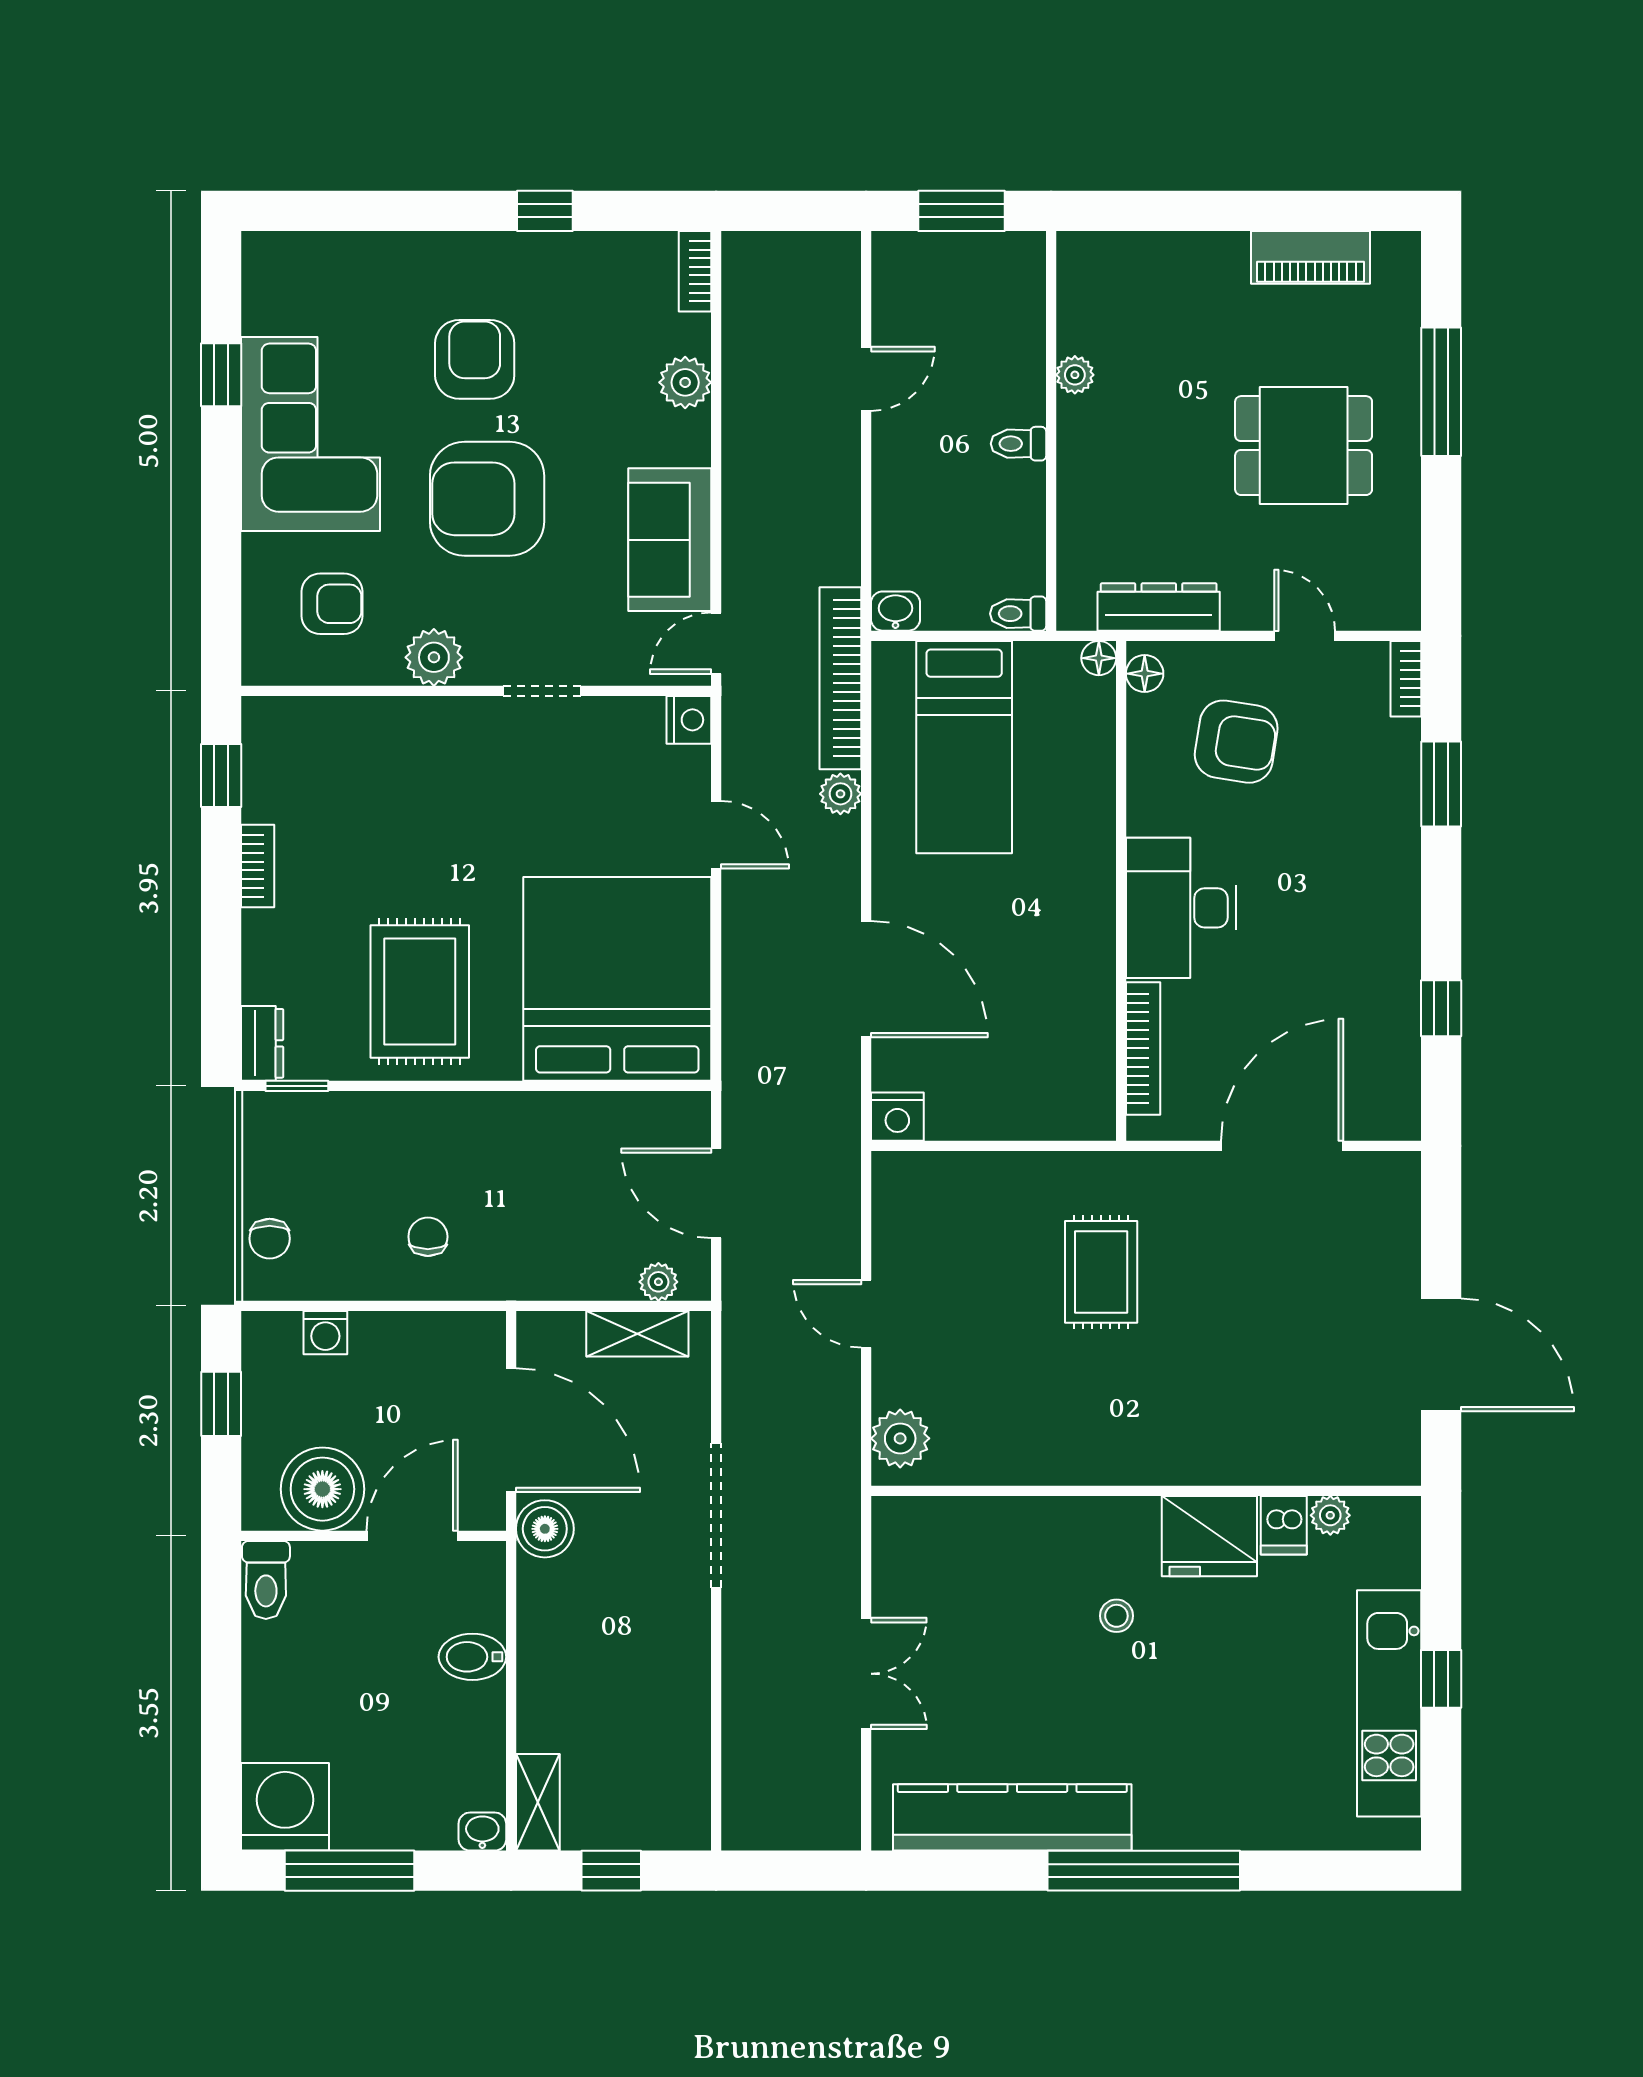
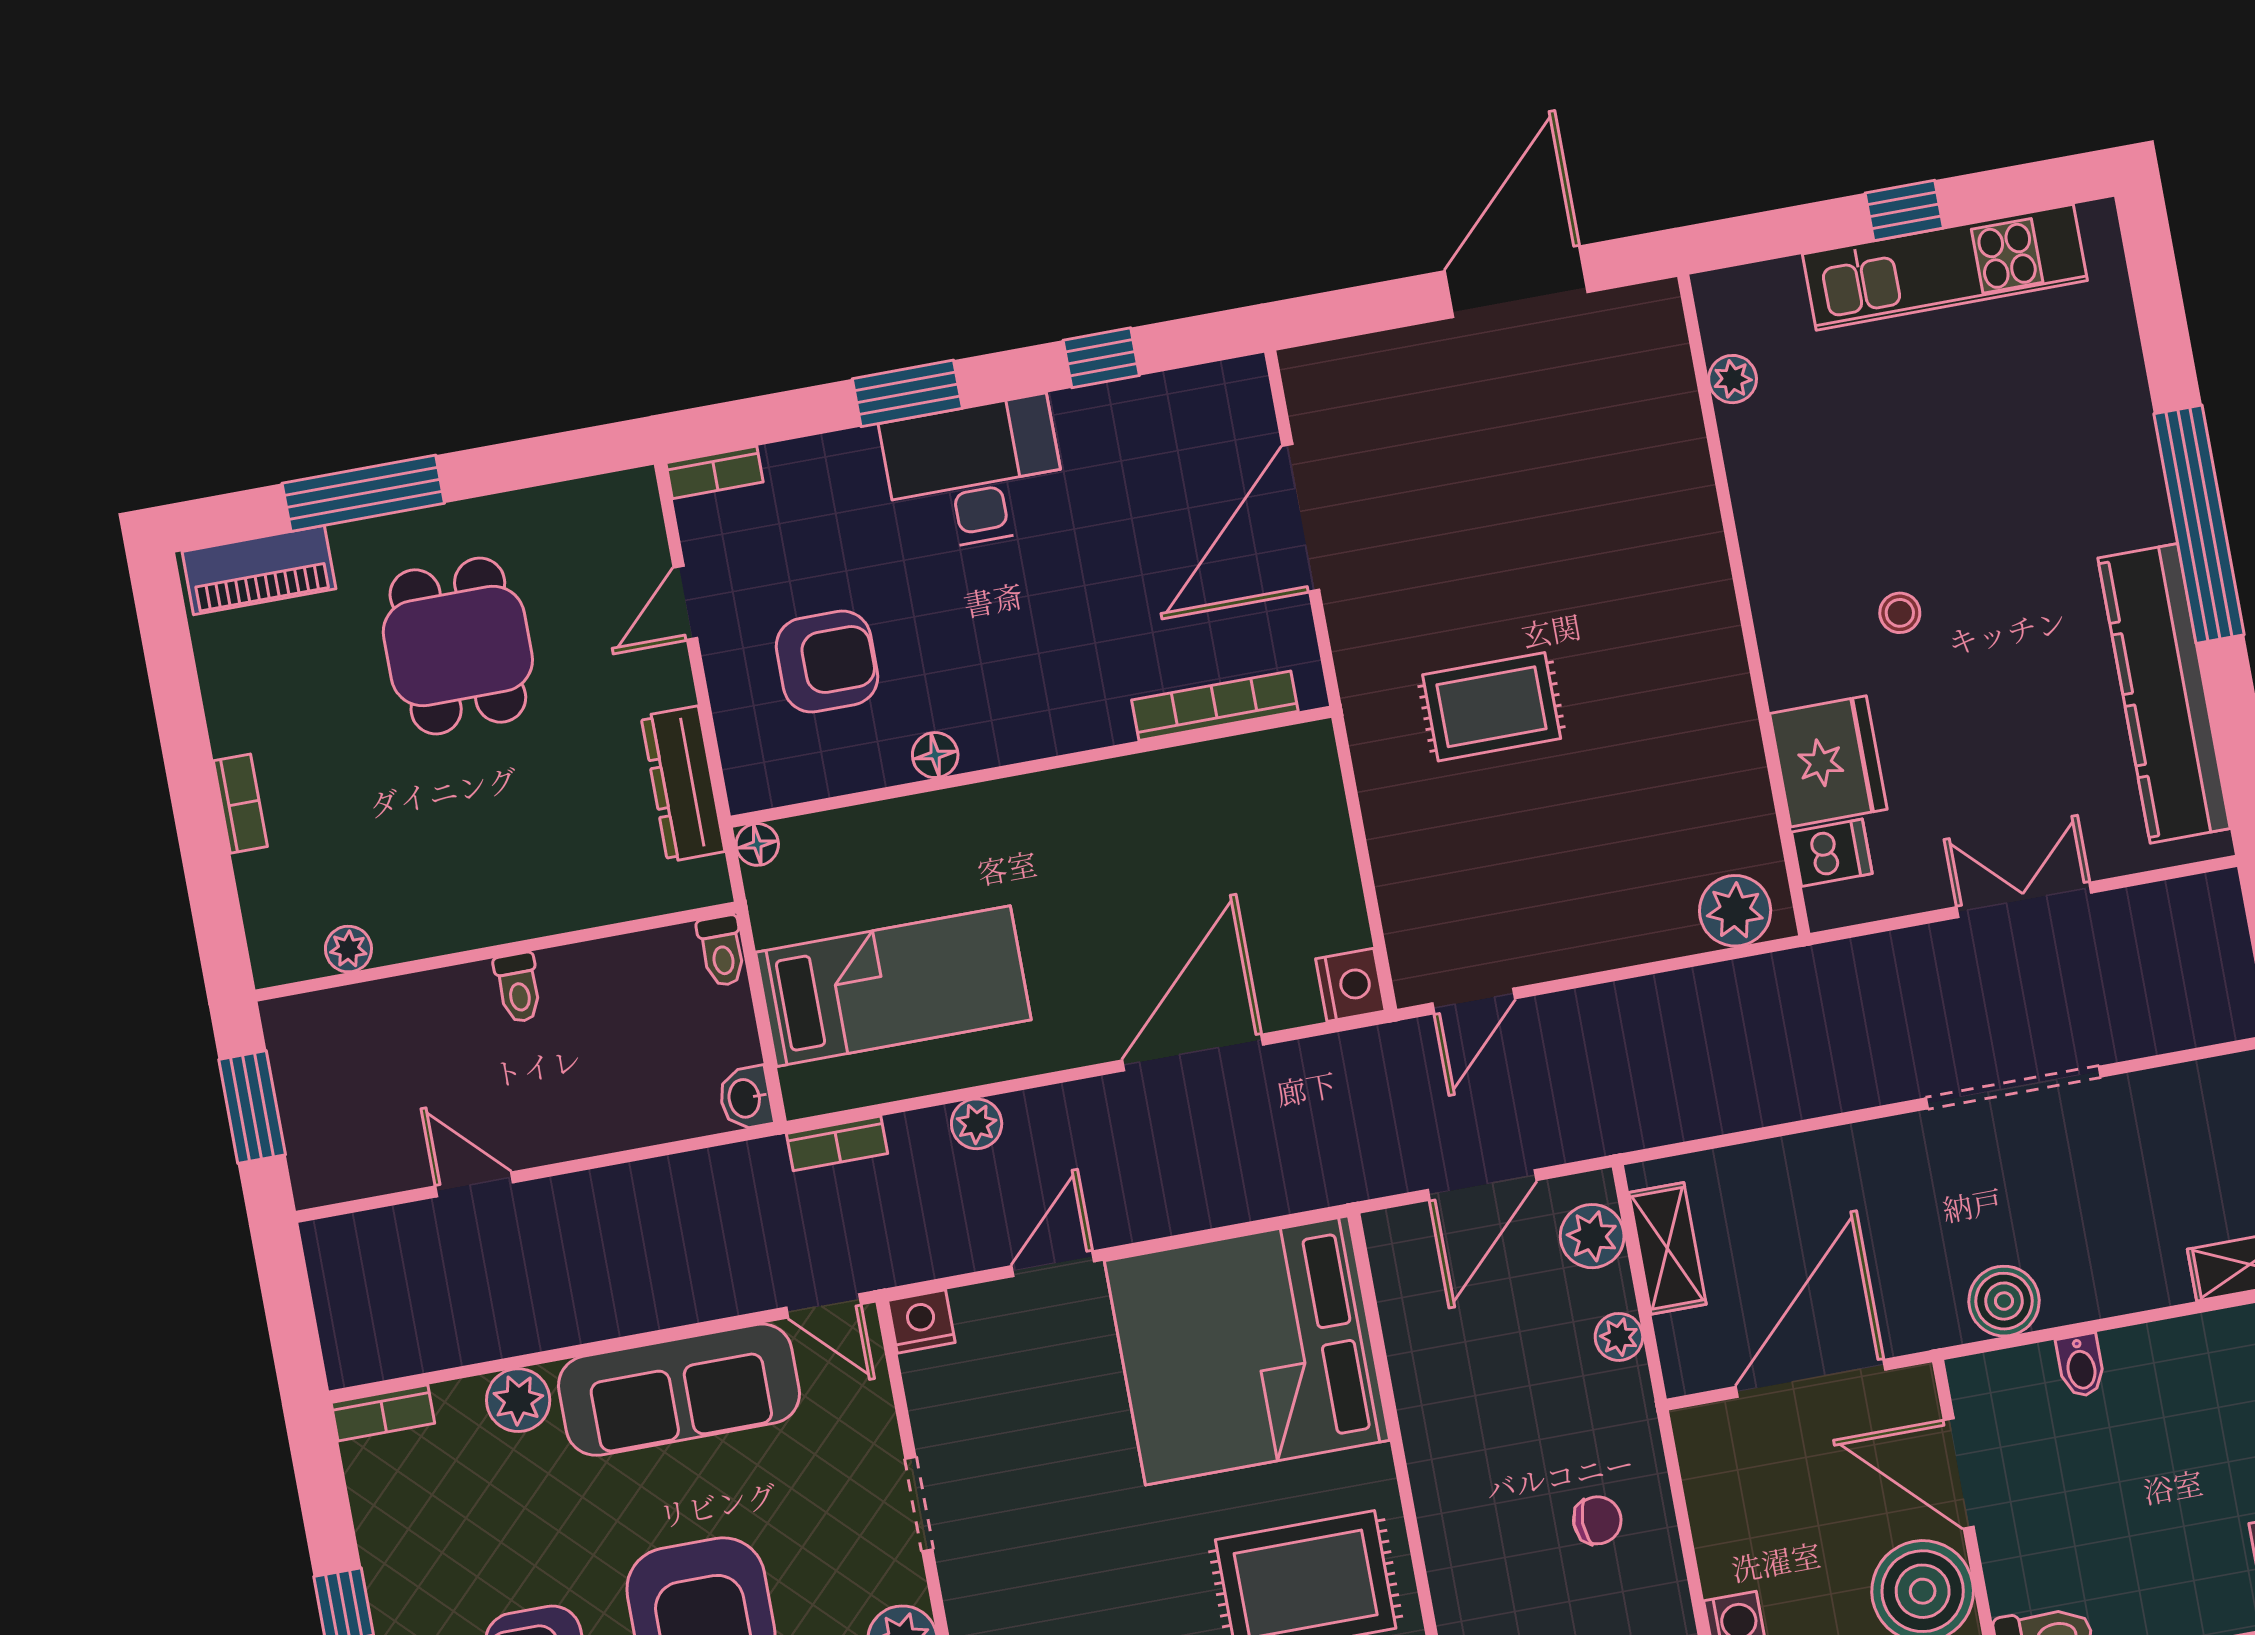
bookcase: (1208, 246) -> (240, 804), added
piano: (1310, 257) -> (259, 570), moved, turned 90
plant: (1075, 375) -> (348, 949), moved
sofa: (670, 540) -> (679, 1390), width x1.36
floor lamp: (1145, 674) -> (935, 755), moved
bookcase: (840, 678) -> (837, 1143), width x0.43, depth x0.76
armchair: (1236, 742) -> (827, 662), turned 81
window: (1441, 784) -> (907, 393), moved
desk: (1181, 908) -> (974, 474), moved, turned 180
door: (1282, 1146) -> (1301, 518), hinge flipped
chair: (428, 1237) -> (1597, 1520), turned 180
plant: (573, 1281) -> (1619, 1337), added
plant: (658, 1282) -> (1592, 1236), width x1.38, depth x1.38
door: (866, 1314) -> (1474, 1001), moved
doorway: (716, 1515) -> (2013, 1087), moved
dishwasher: (1284, 1525) -> (1832, 853), moved
boiler: (545, 1529) -> (2004, 1301), moved
fridge: (1209, 1536) -> (1828, 761), moved
bidet: (472, 1657) -> (2081, 1366), width x0.72, depth x0.74

